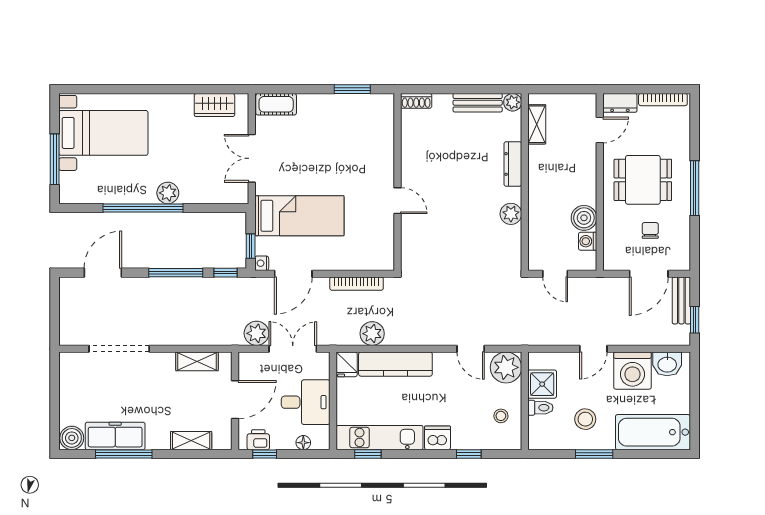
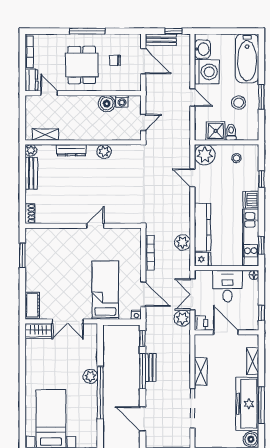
wardrobe: (214, 105) -> (38, 331), moved, turned 90
window: (251, 246) -> (125, 322), removed
bench: (181, 285) -> (151, 368), added
door: (471, 349) -> (192, 178), swing flipped
shelving: (197, 361) -> (201, 372), moved
freezer: (115, 436) -> (247, 404), width x1.36, depth x1.26
printer: (258, 440) -> (201, 323), moved, turned 180
floor lamp: (303, 443) -> (254, 275), moved

